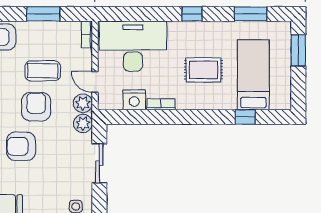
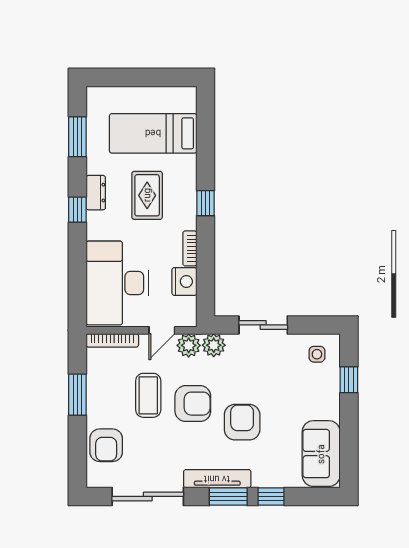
dresser: (206, 29) -> (96, 193), added
bookcase: (87, 34) -> (112, 340), width x1.56
window: (298, 50) -> (123, 77), removed
armchair: (36, 107) -> (193, 404), turned 180
window: (245, 117) -> (206, 203), moved
armchair: (21, 146) -> (242, 422), turned 180

